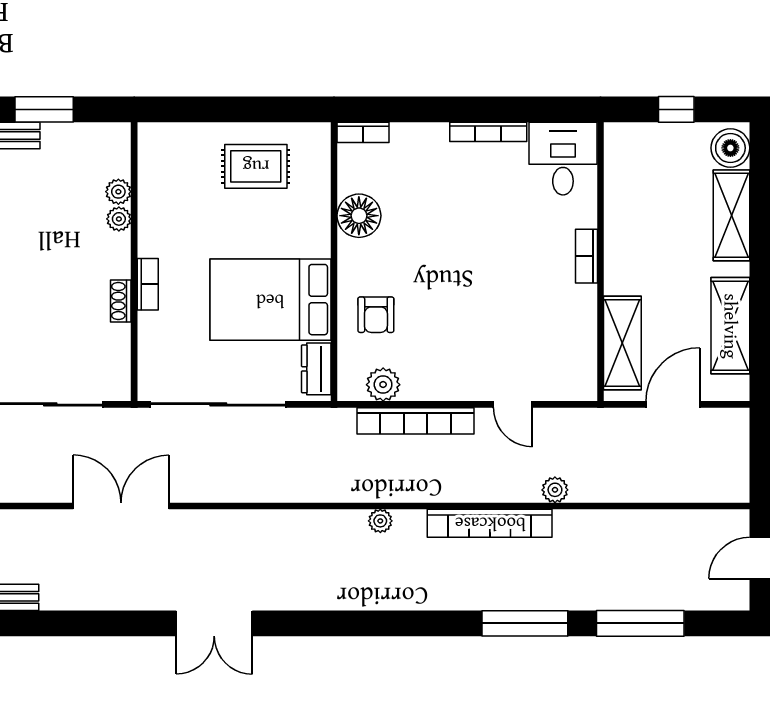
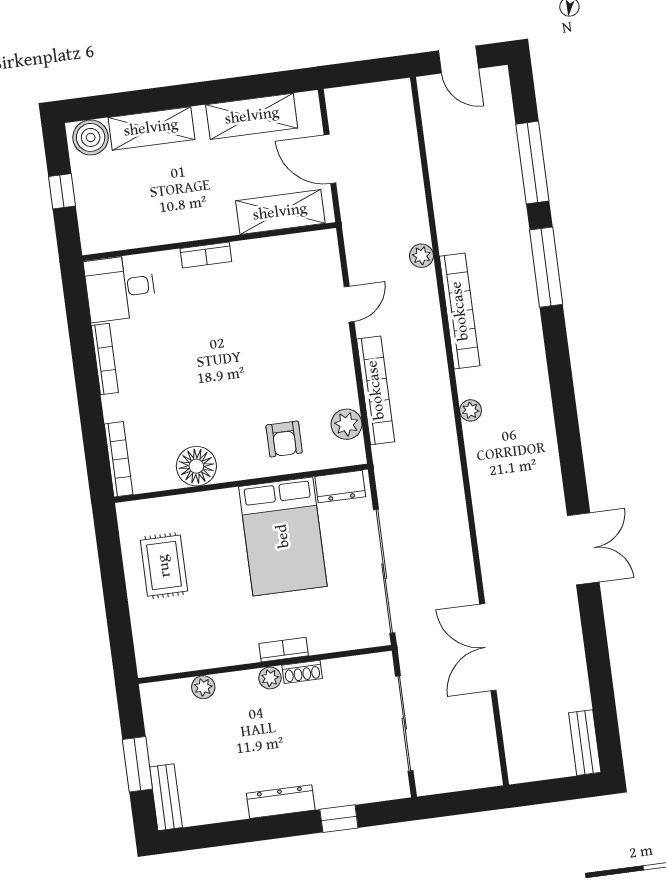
bookcase: (363, 132) -> (119, 459), width x1.56
plant: (119, 219) -> (270, 678), moved
armchair: (376, 315) -> (284, 439), turned 90

